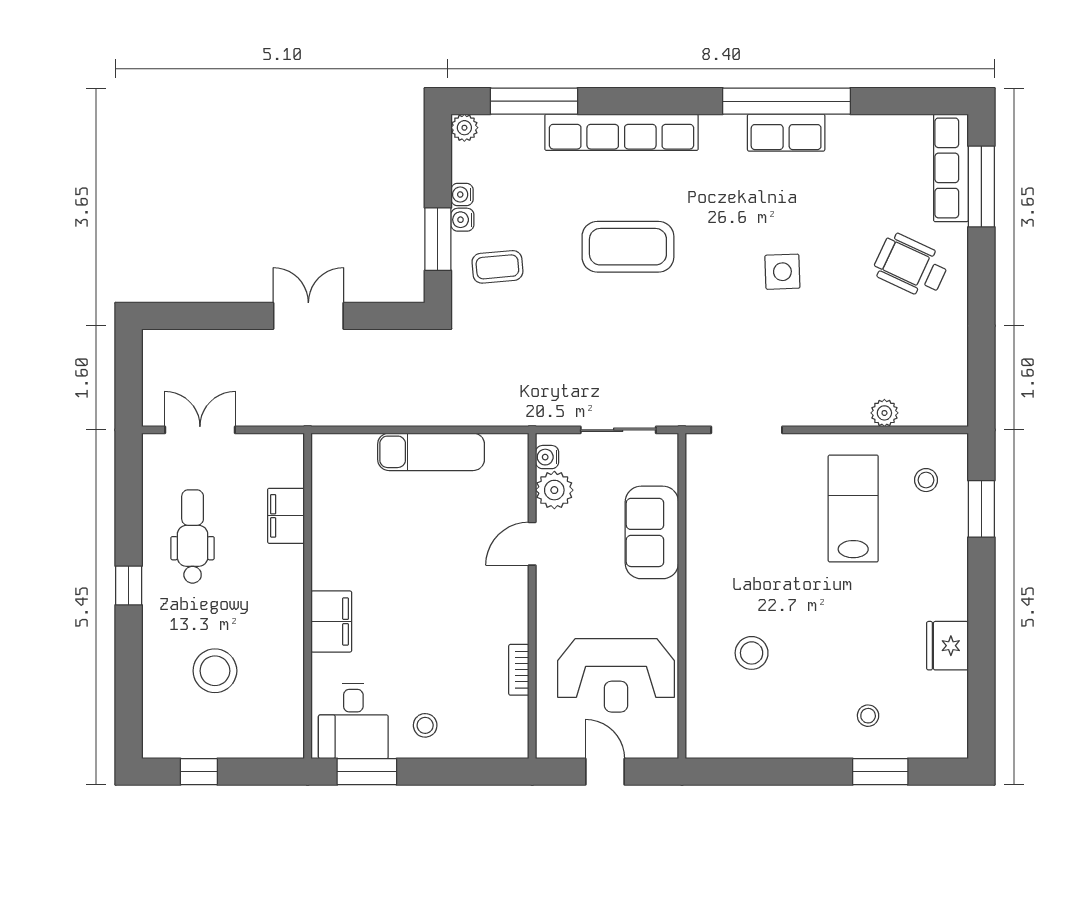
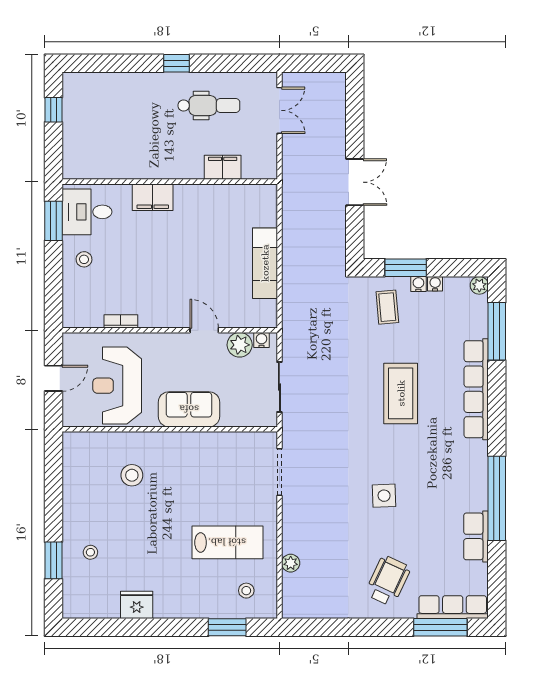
row of seats: (786, 133) -> (476, 536), moved
sofa: (652, 532) -> (189, 409), moved
stool: (215, 671) -> (120, 120), removed

